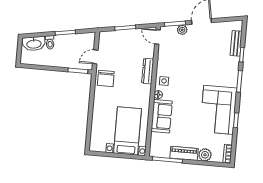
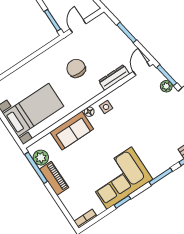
door: (95, 57) -> (78, 26), hinge flipped
dresser: (148, 71) -> (114, 77), moved
chair: (106, 78) -> (76, 68), moved, turned 90
plant: (205, 155) -> (41, 158), moved

